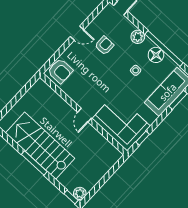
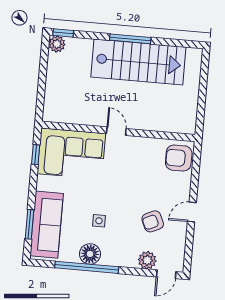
plant: (138, 37) -> (147, 260), moved
armchair: (104, 46) -> (153, 221), turned 65

